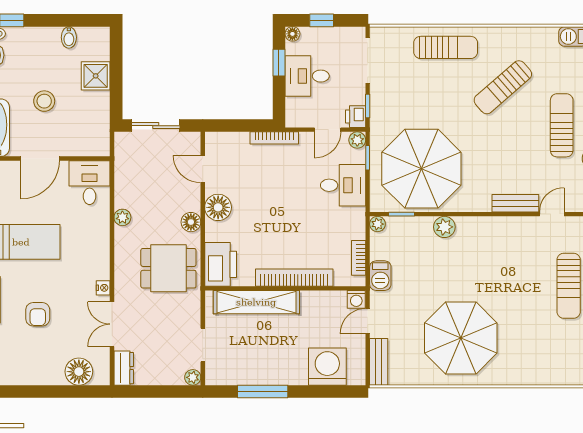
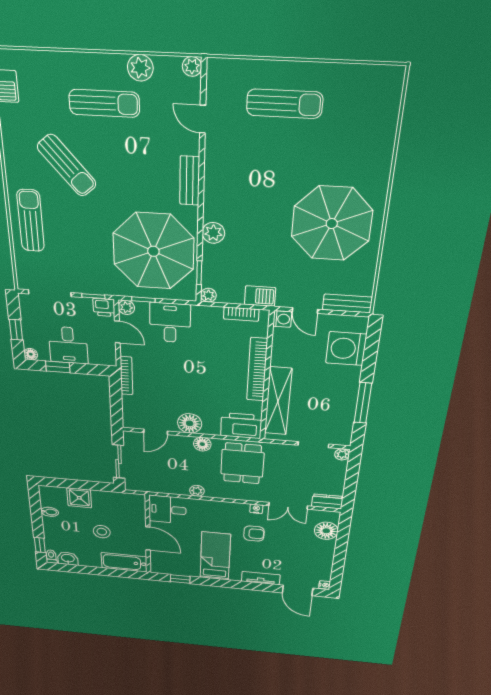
sun lounger: (562, 125) -> (104, 103), turned 180
bench: (515, 203) -> (190, 181), moved
armchair: (38, 314) -> (254, 534), moved

